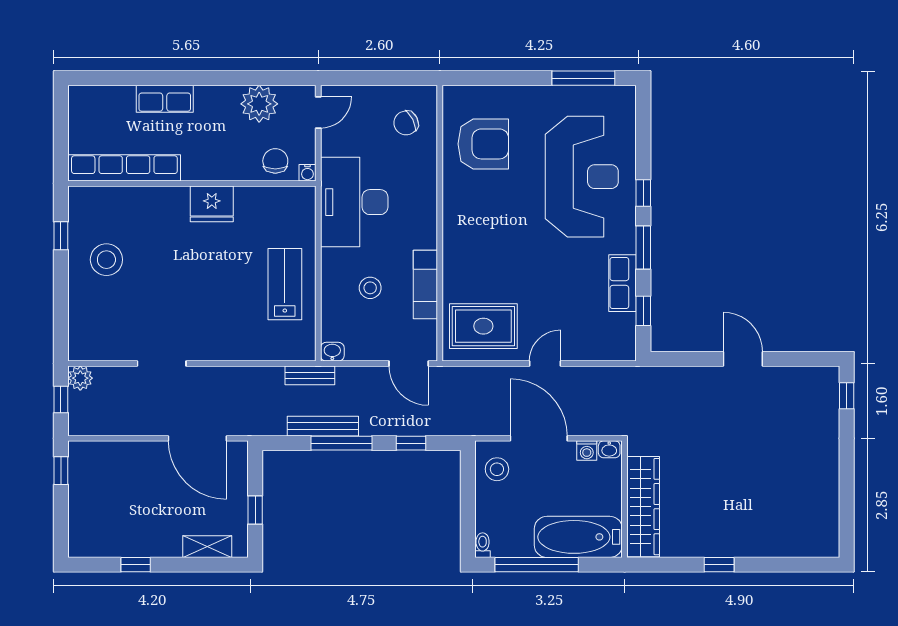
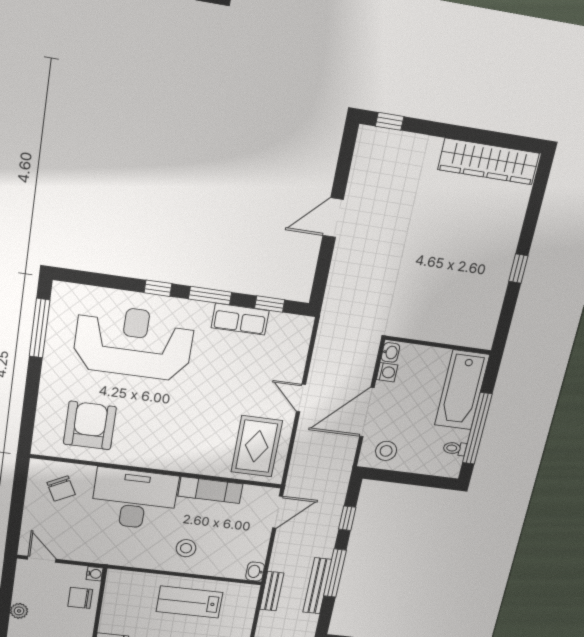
plant: (259, 104) -> (19, 611), width x0.53, depth x0.53
desk: (354, 202) -> (134, 499), moved, turned 180
stool: (370, 288) -> (186, 548), moved
wardrobe: (643, 507) -> (489, 161), moved, turned 180
toilet: (483, 545) -> (455, 448), moved

